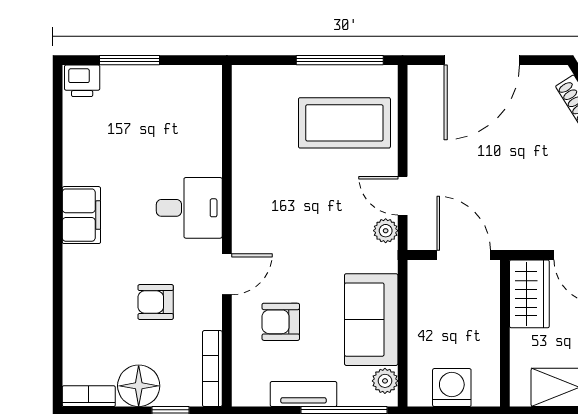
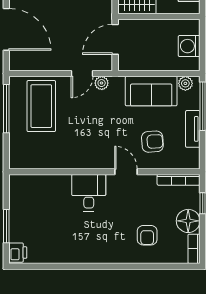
filing cabinet: (81, 215) -> (93, 253), removed
armchair: (156, 302) -> (147, 235), moved
armchair: (281, 322) -> (152, 142), turned -94

